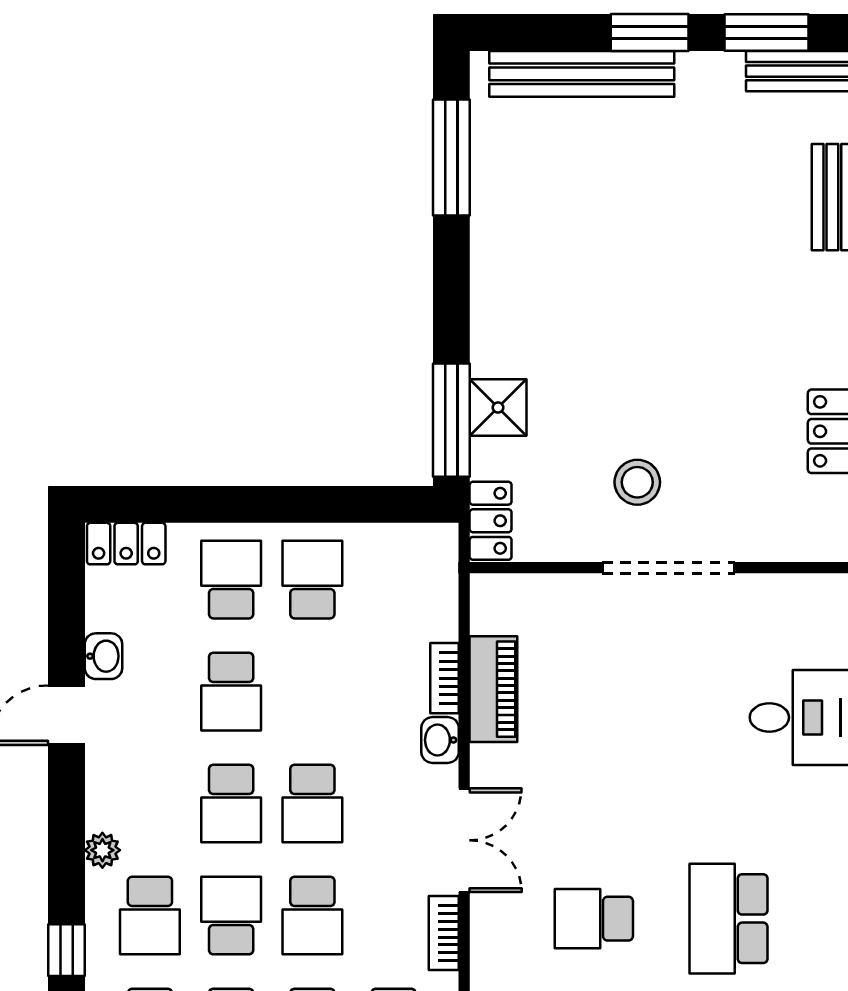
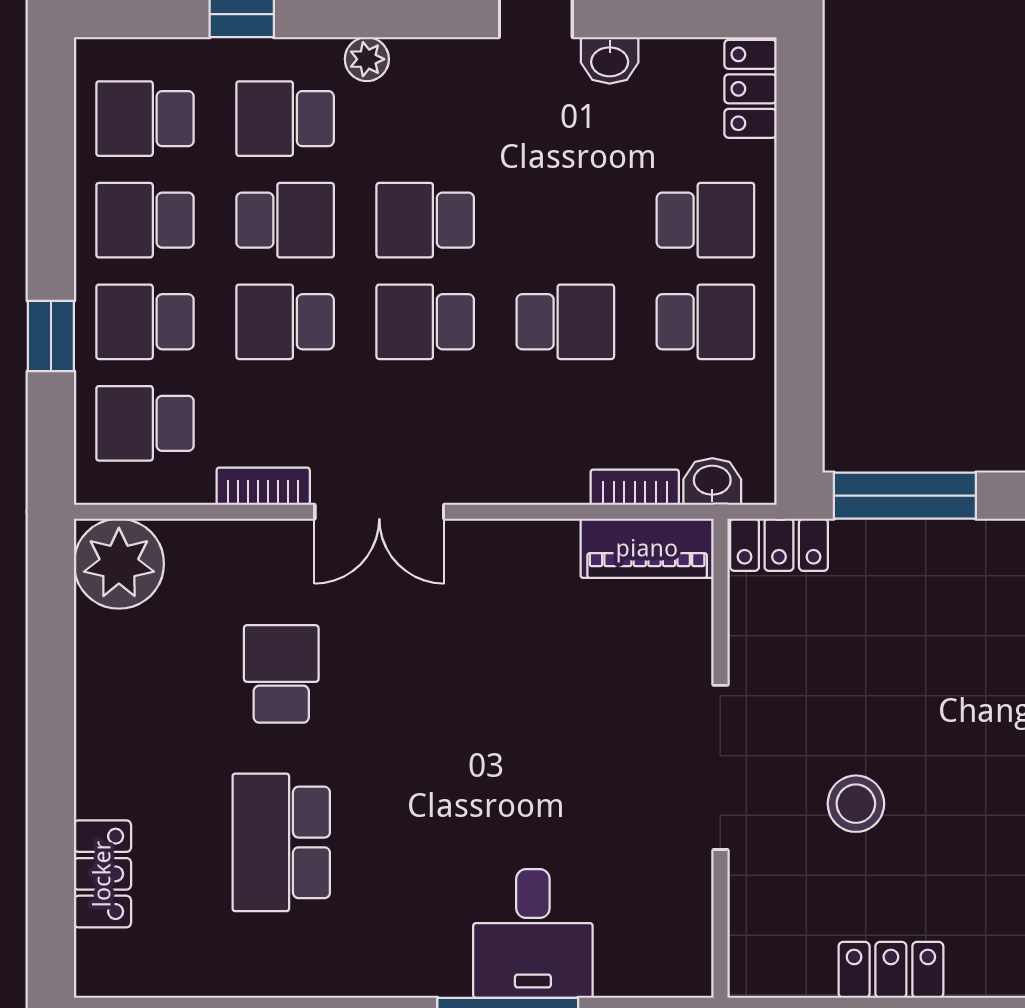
shower: (498, 408) -> (921, 554), removed
stool: (637, 482) -> (856, 804), moved
bookcase: (445, 678) -> (635, 487), moved
piano: (493, 689) -> (647, 548), moved
school desk: (231, 692) -> (565, 322), moved, turned 180
washbasin: (440, 740) -> (712, 482), moved
school desk: (728, 919) -> (281, 842), turned -90

